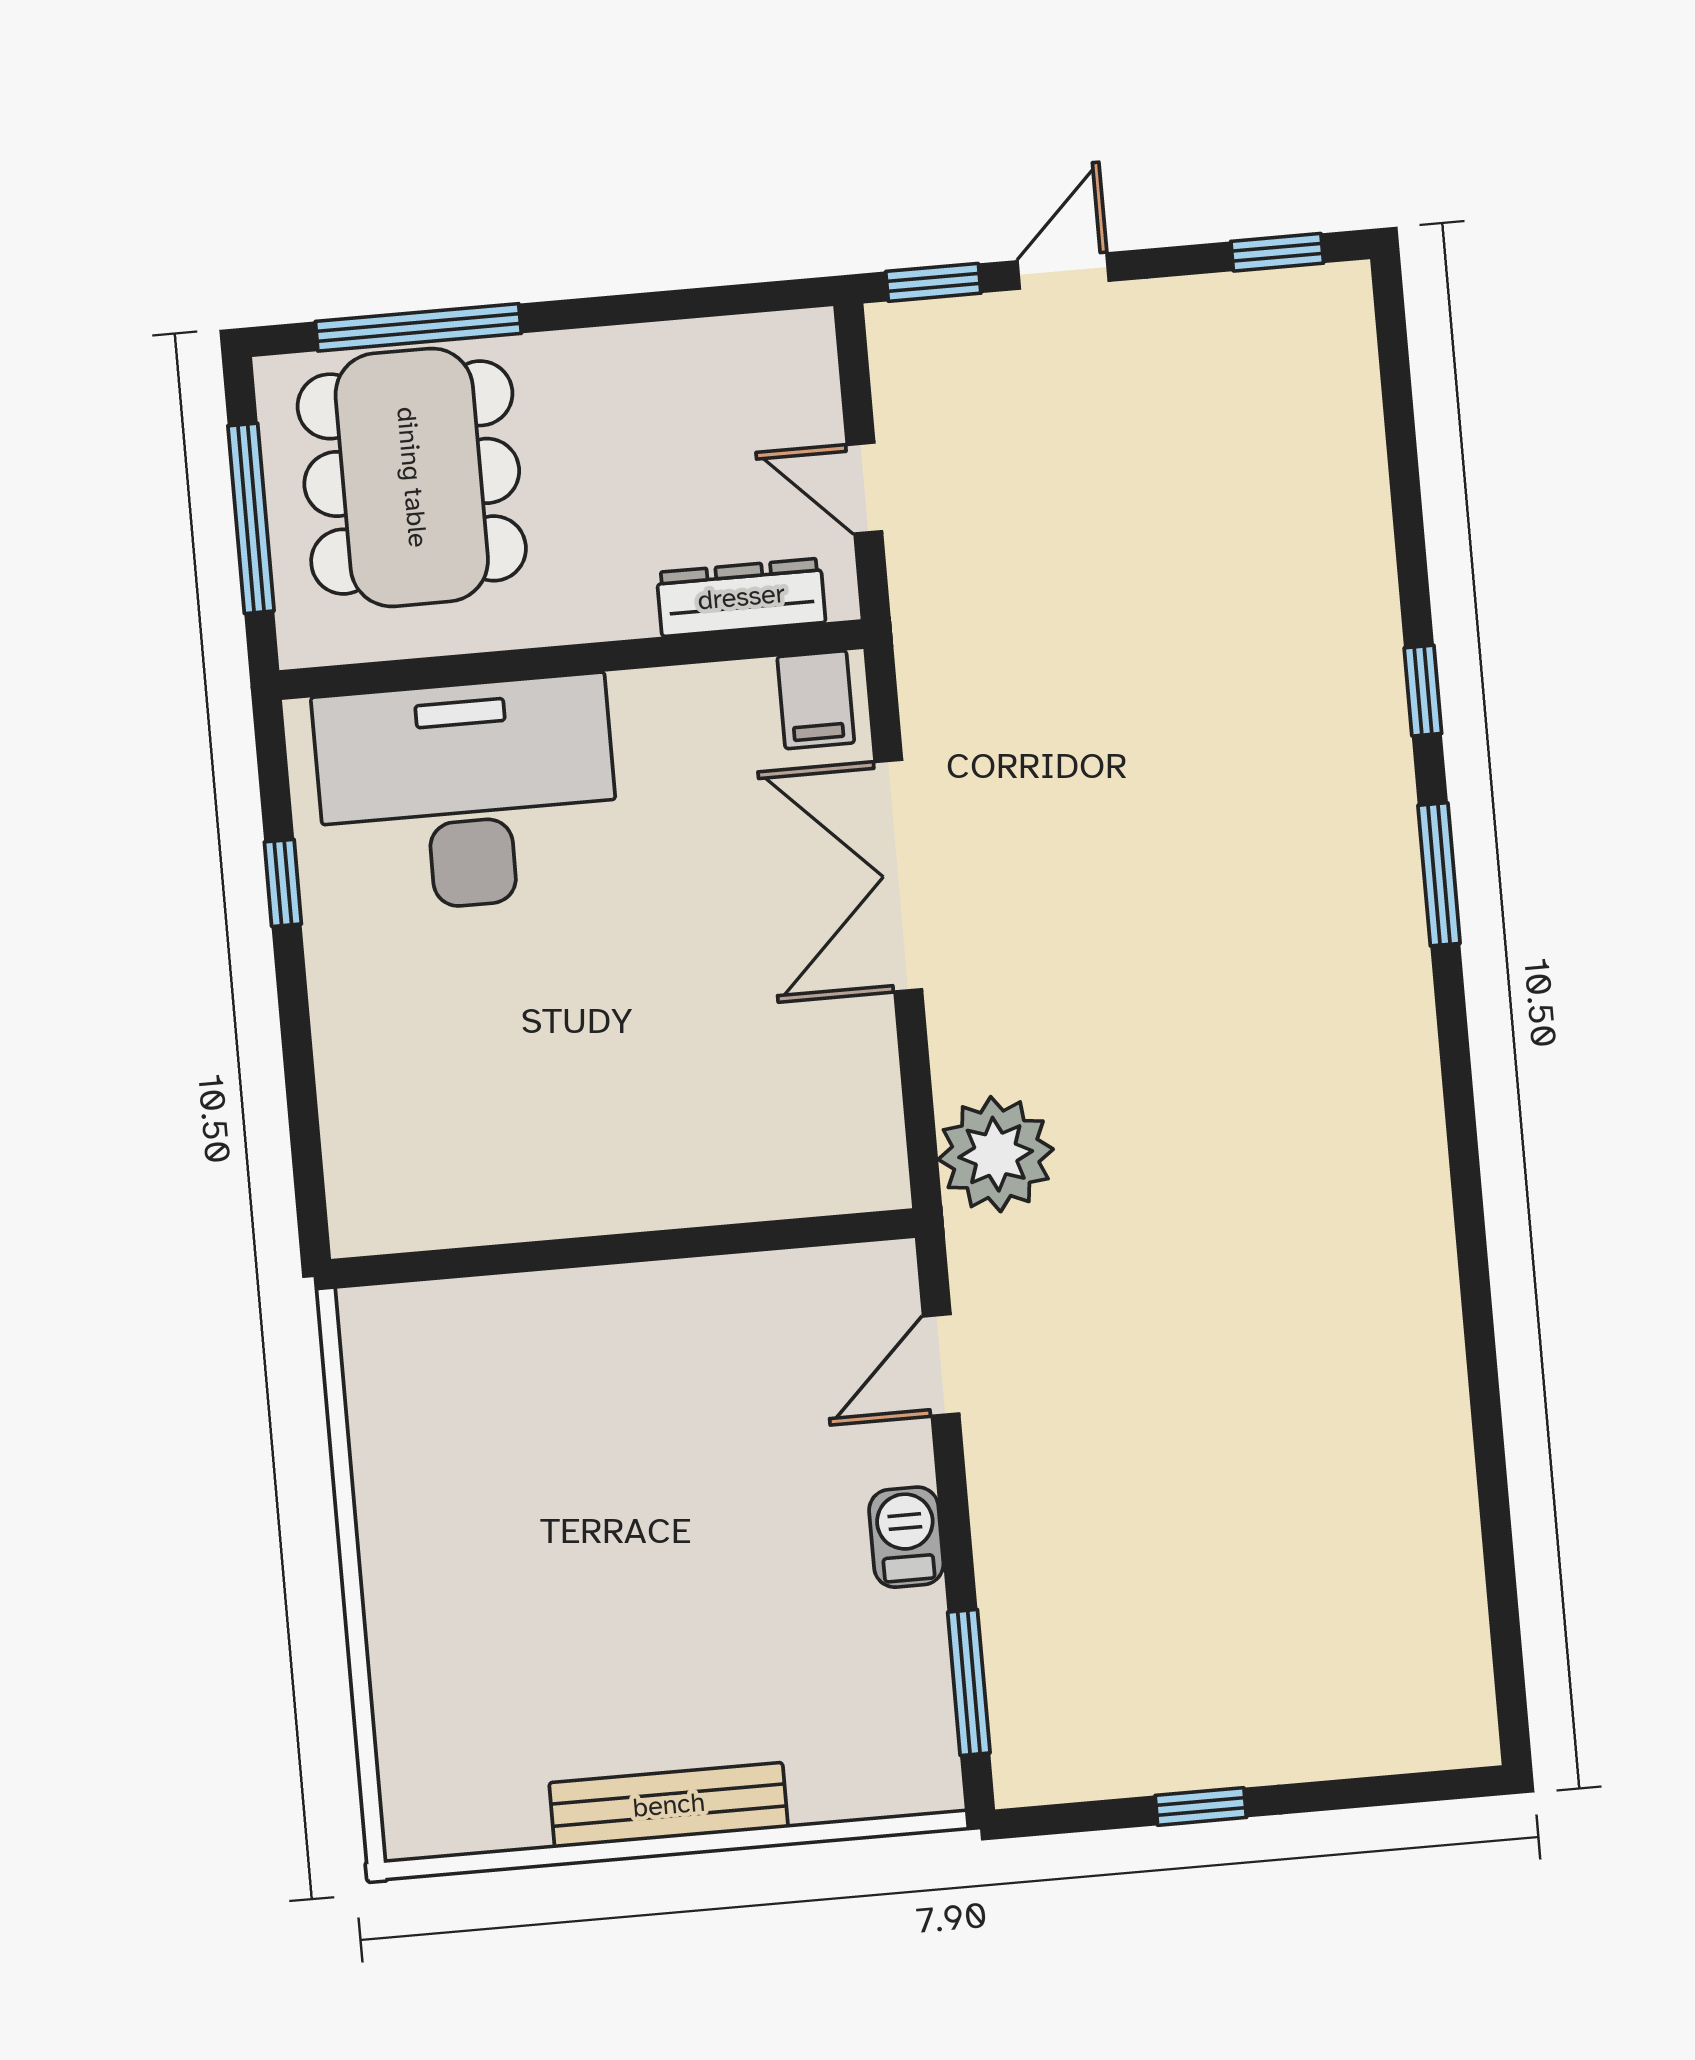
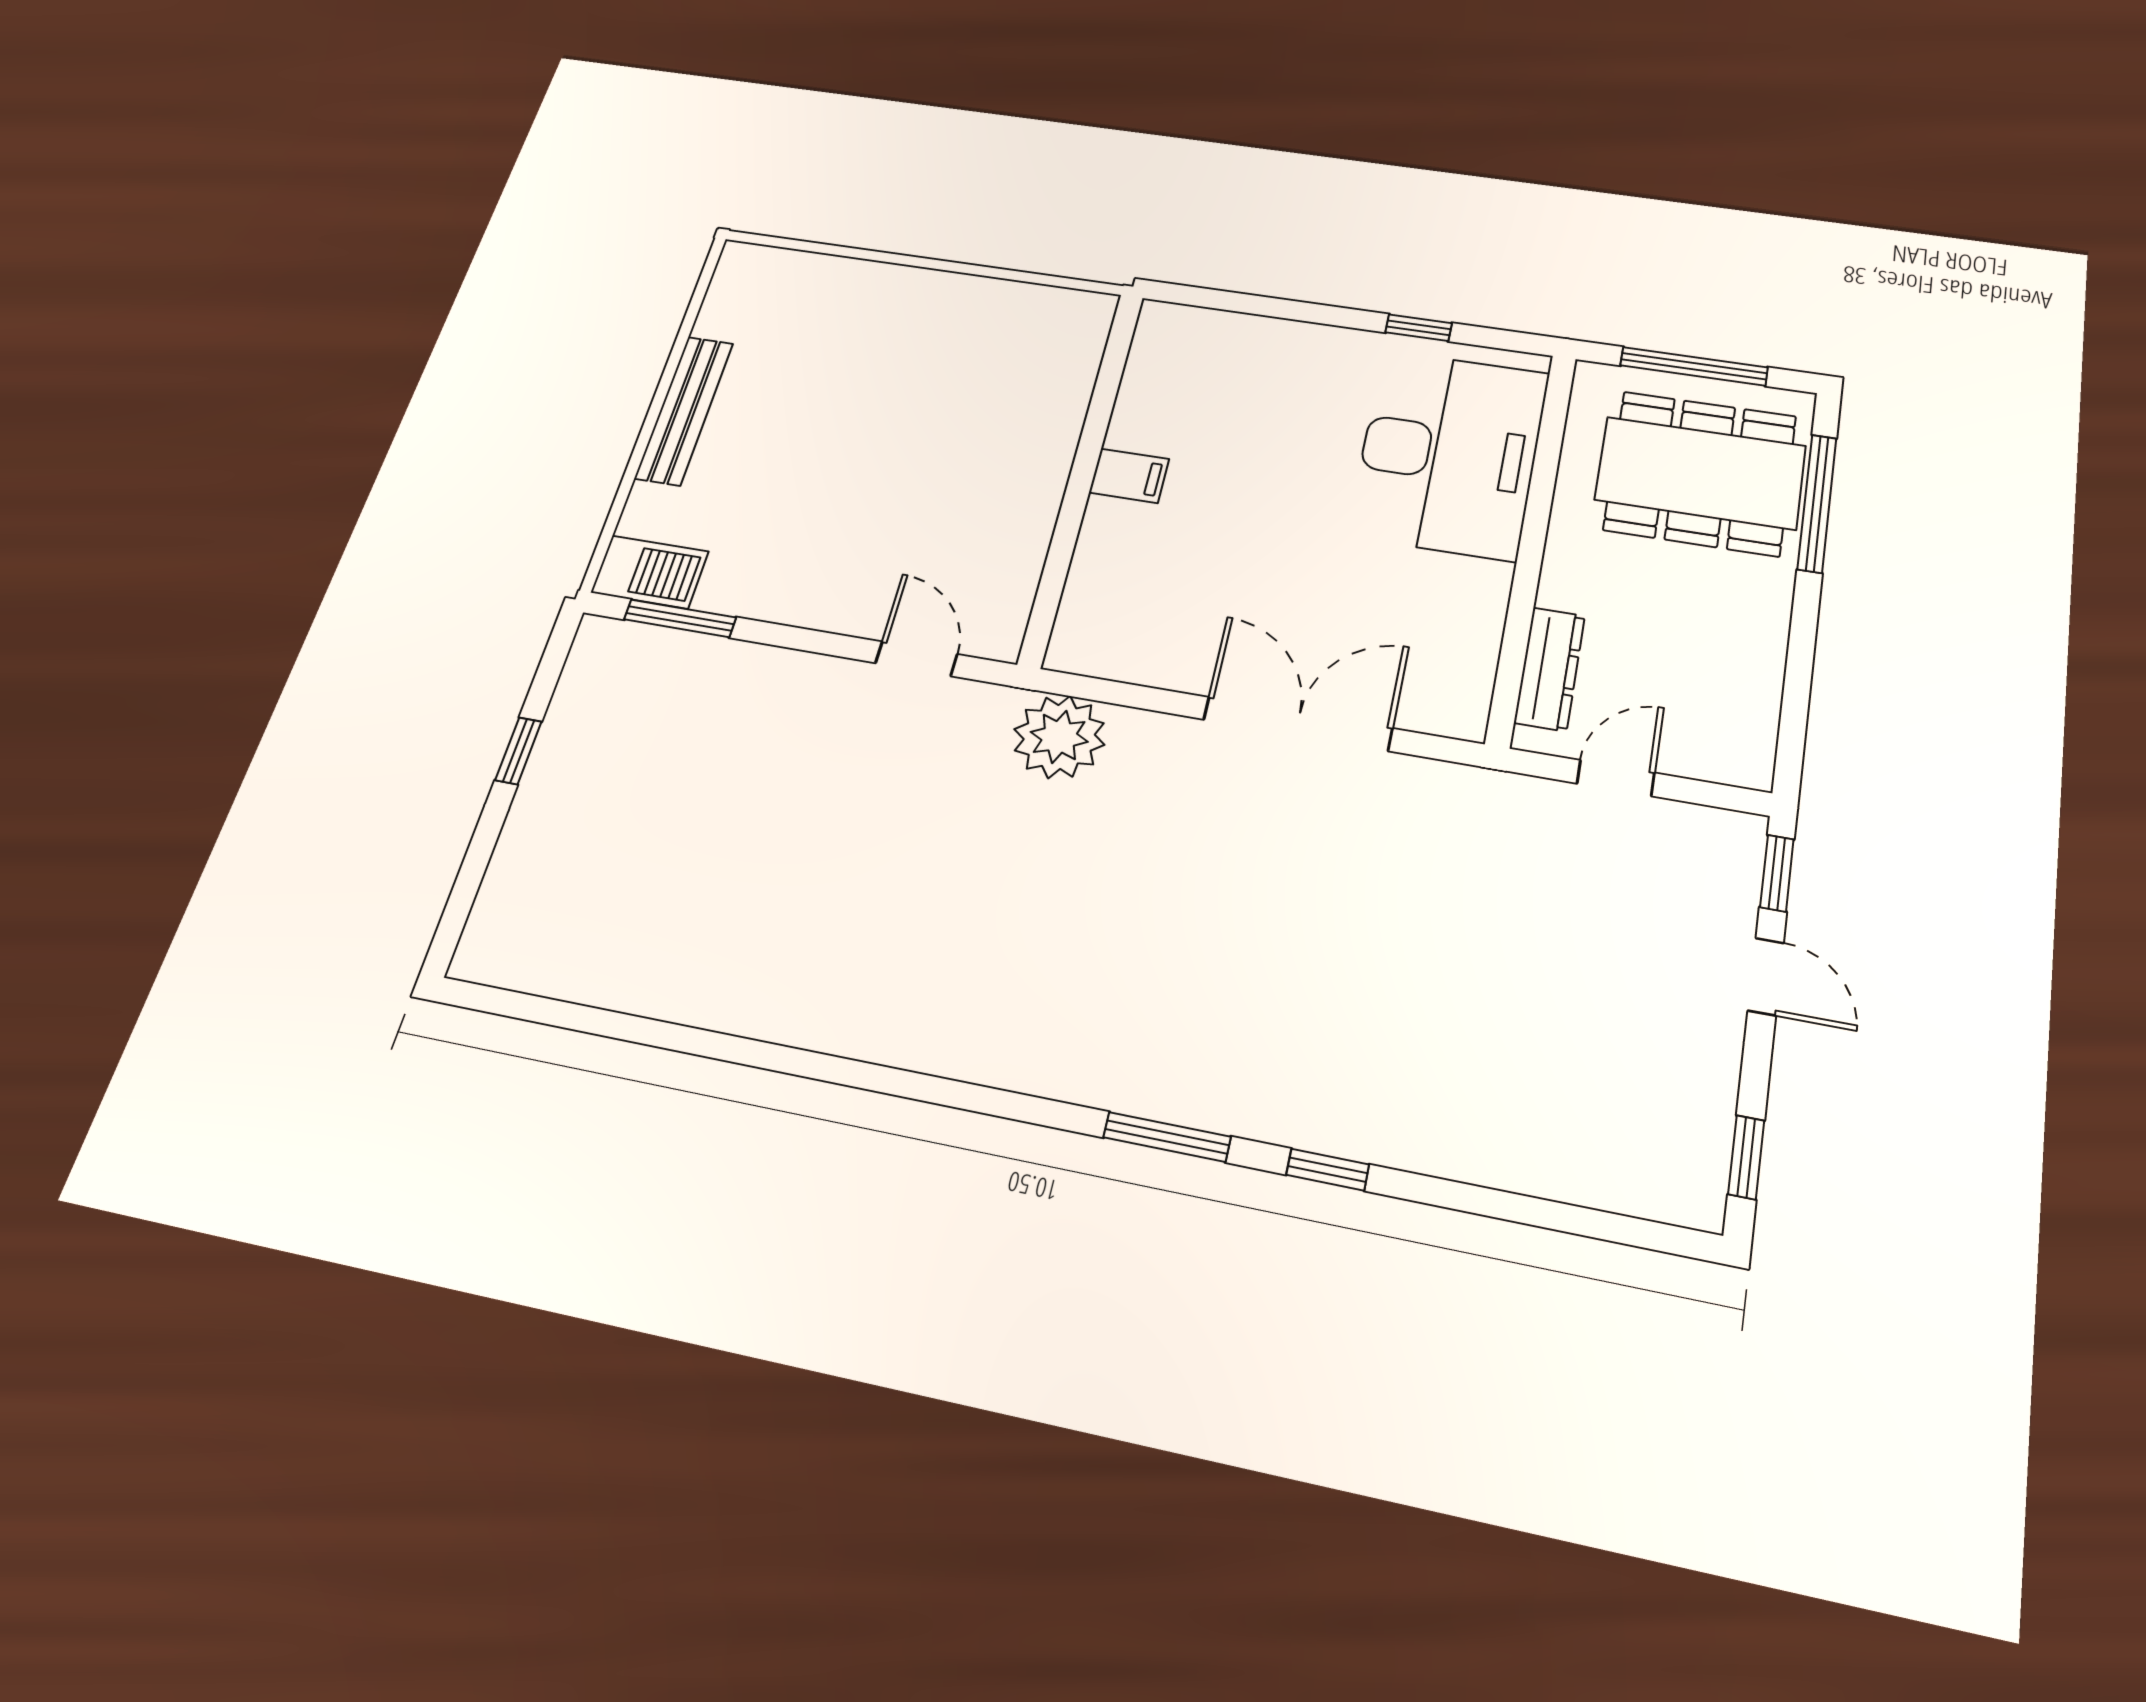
filing cabinet: (816, 700) -> (1129, 476), moved, turned 180
barbecue: (906, 1537) -> (650, 572), moved, width x1.38, depth x1.27

